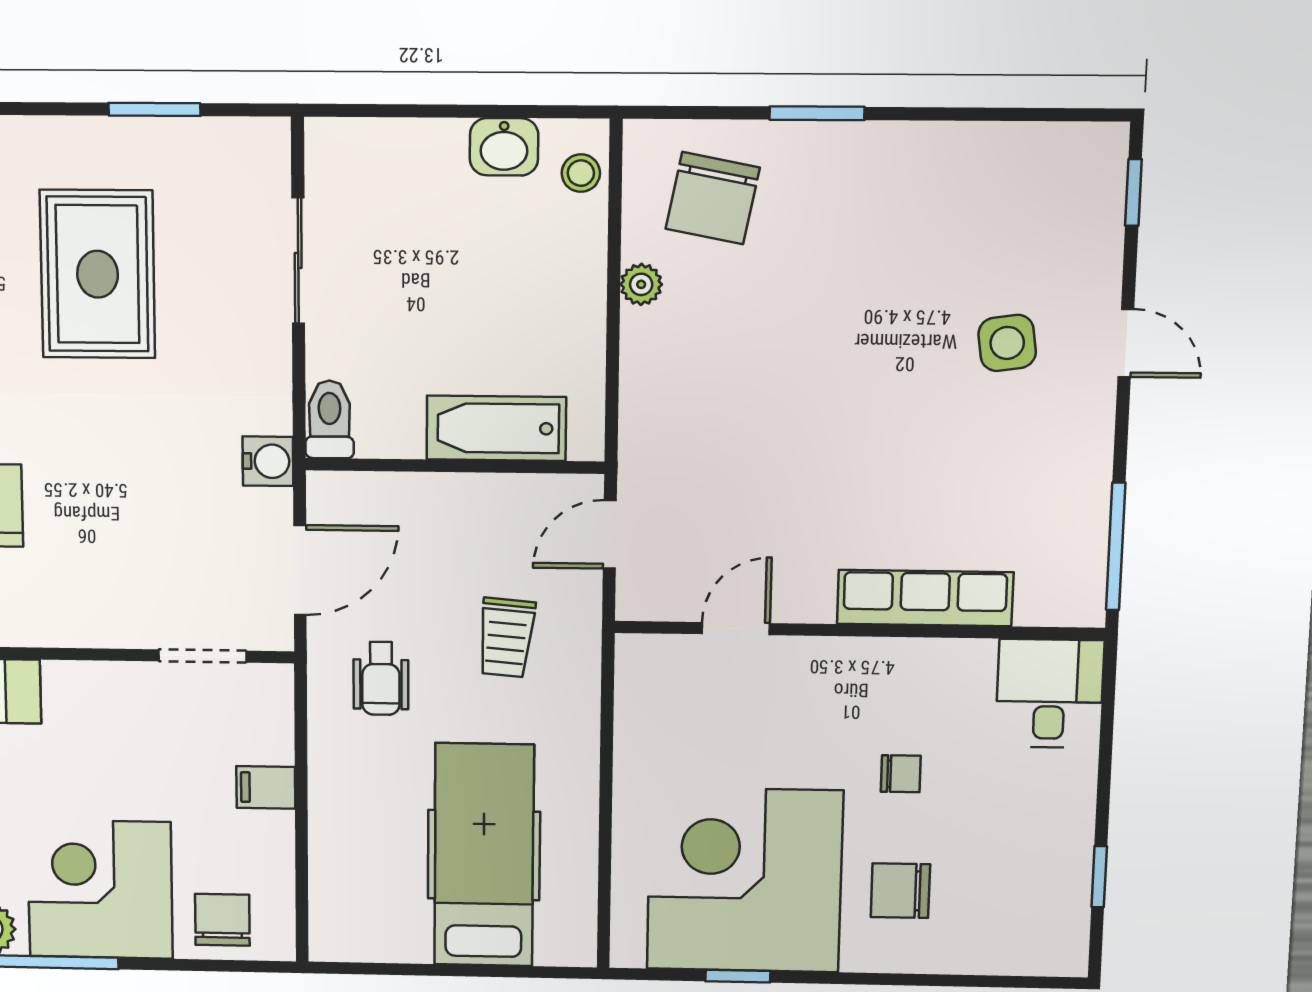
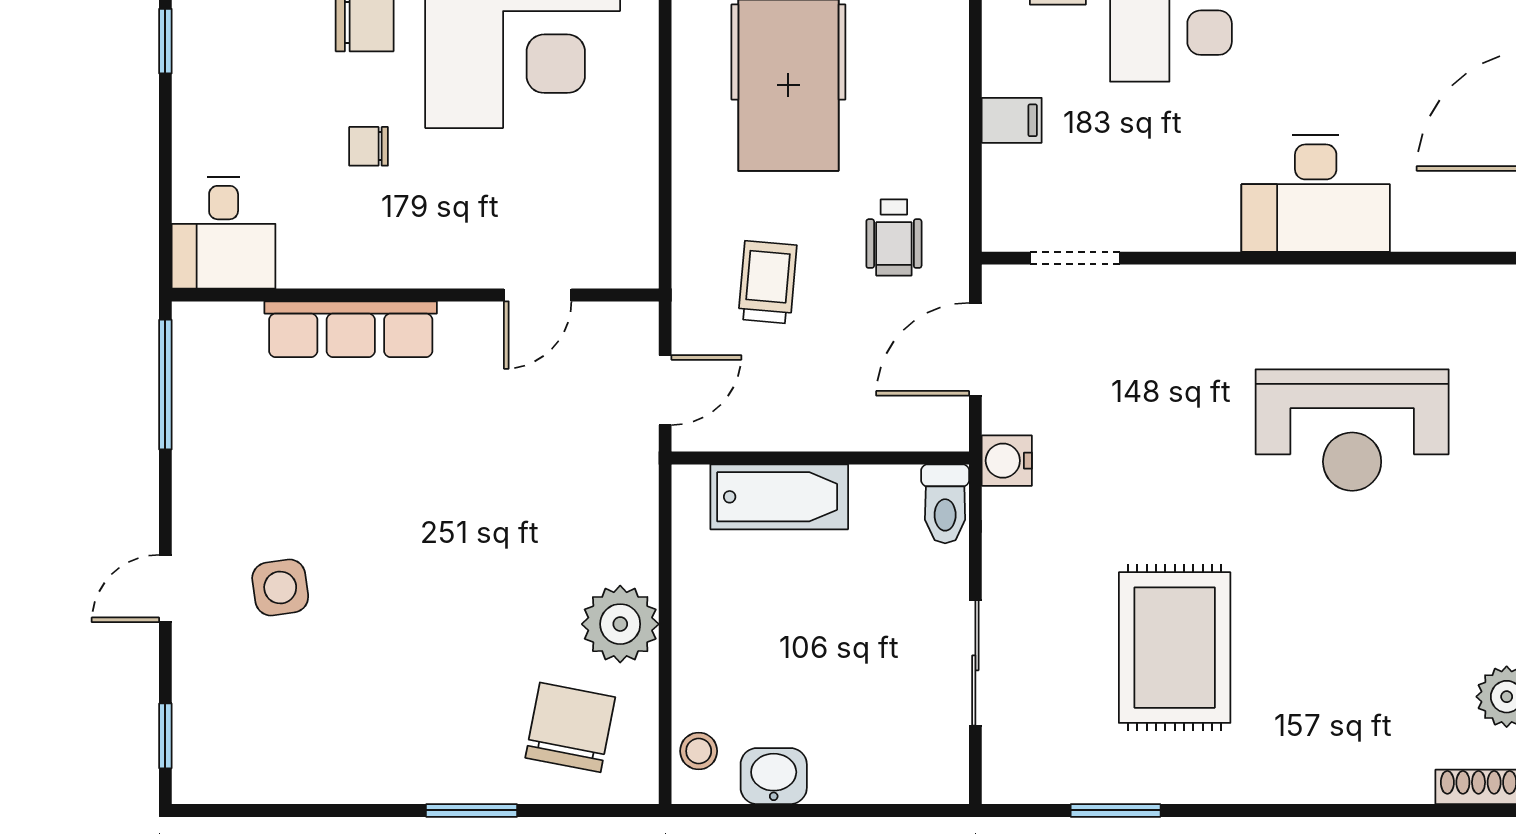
plant: (641, 284) -> (620, 624), width x1.88, depth x1.88
door: (1126, 343) -> (165, 588), hinge flipped
wheelchair: (381, 679) -> (894, 237), turned 180

